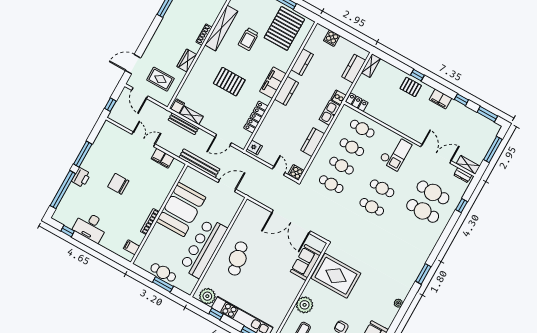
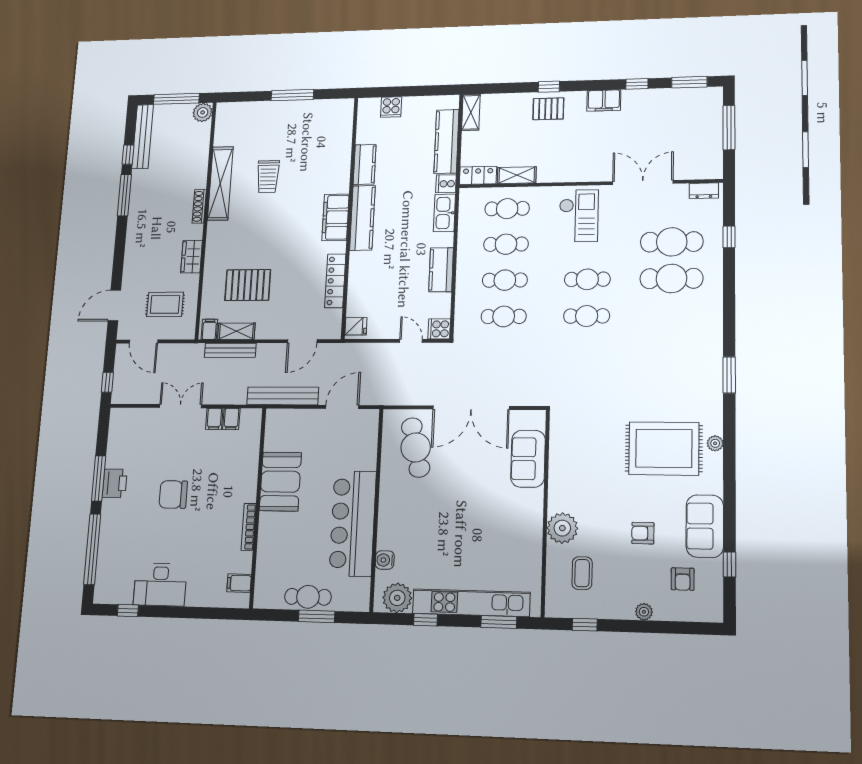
pallet: (284, 28) -> (314, 133), removed
kitchen counter: (354, 69) -> (446, 141), width x1.50
pallet: (229, 82) -> (248, 285), moved
kitchen counter: (287, 91) -> (362, 218), width x1.50
shelving: (468, 165) -> (517, 175), moved
printer: (81, 177) -> (115, 483), moved
booth: (181, 209) -> (280, 482), width x0.73, depth x0.70
cafe table: (238, 259) -> (416, 447), moved
water cooler: (210, 275) -> (385, 560), added
rug: (336, 276) -> (664, 448), moved

